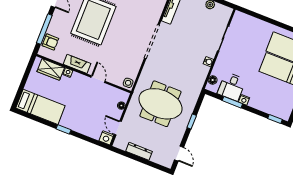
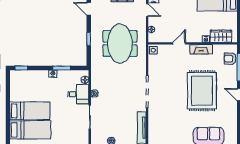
door: (98, 79) -> (179, 43), swing flipped
desk: (232, 87) -> (78, 94), moved, turned 90
meeting table: (160, 104) -> (120, 44), turned 90

